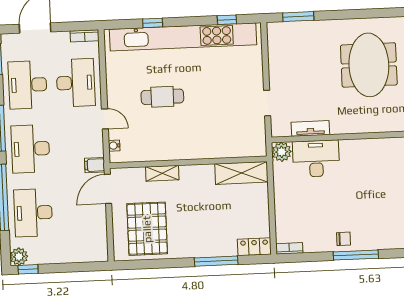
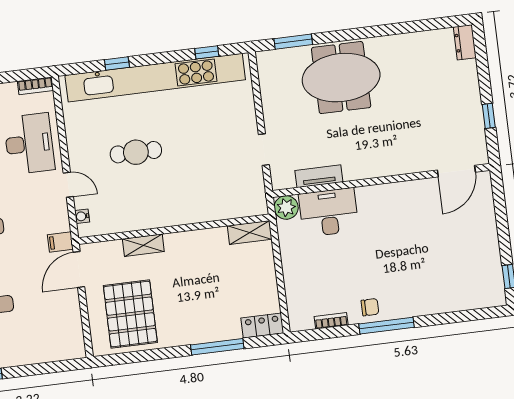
meeting table: (369, 65) -> (341, 78), moved, turned 90
shelving: (241, 173) -> (250, 233), width x0.67, depth x0.75
bookcase: (289, 248) -> (331, 321), moved

